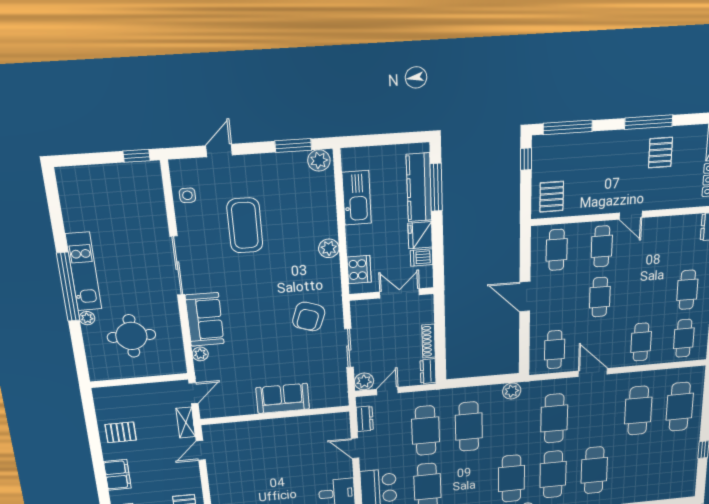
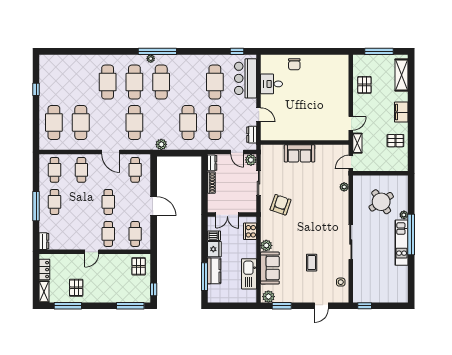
window: (649, 122) -> (68, 306), moved
kitchen counter: (419, 187) -> (214, 271), width x0.67
door: (631, 215) -> (92, 252), swing flipped
coffee table: (245, 225) -> (312, 263), width x0.54, depth x0.58
sofa: (205, 319) -> (270, 268), moved, turned 180
round table: (131, 336) -> (381, 202), turned -34
door: (387, 391) -> (237, 152), hinge flipped

